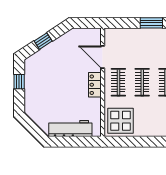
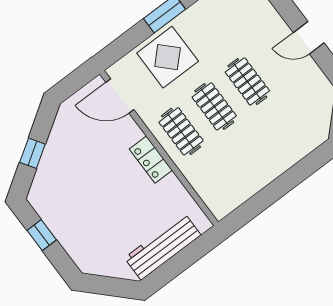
door: (103, 57) -> (120, 96), moved
display table: (121, 121) -> (168, 57), moved

